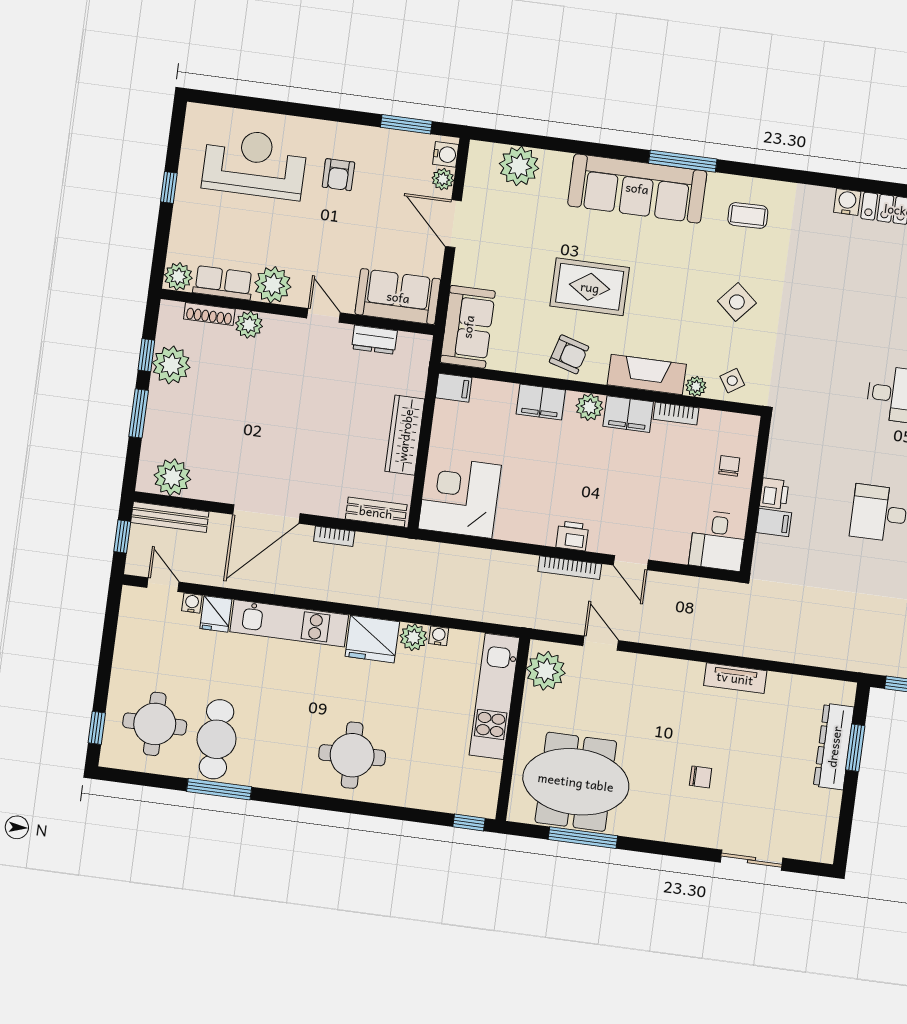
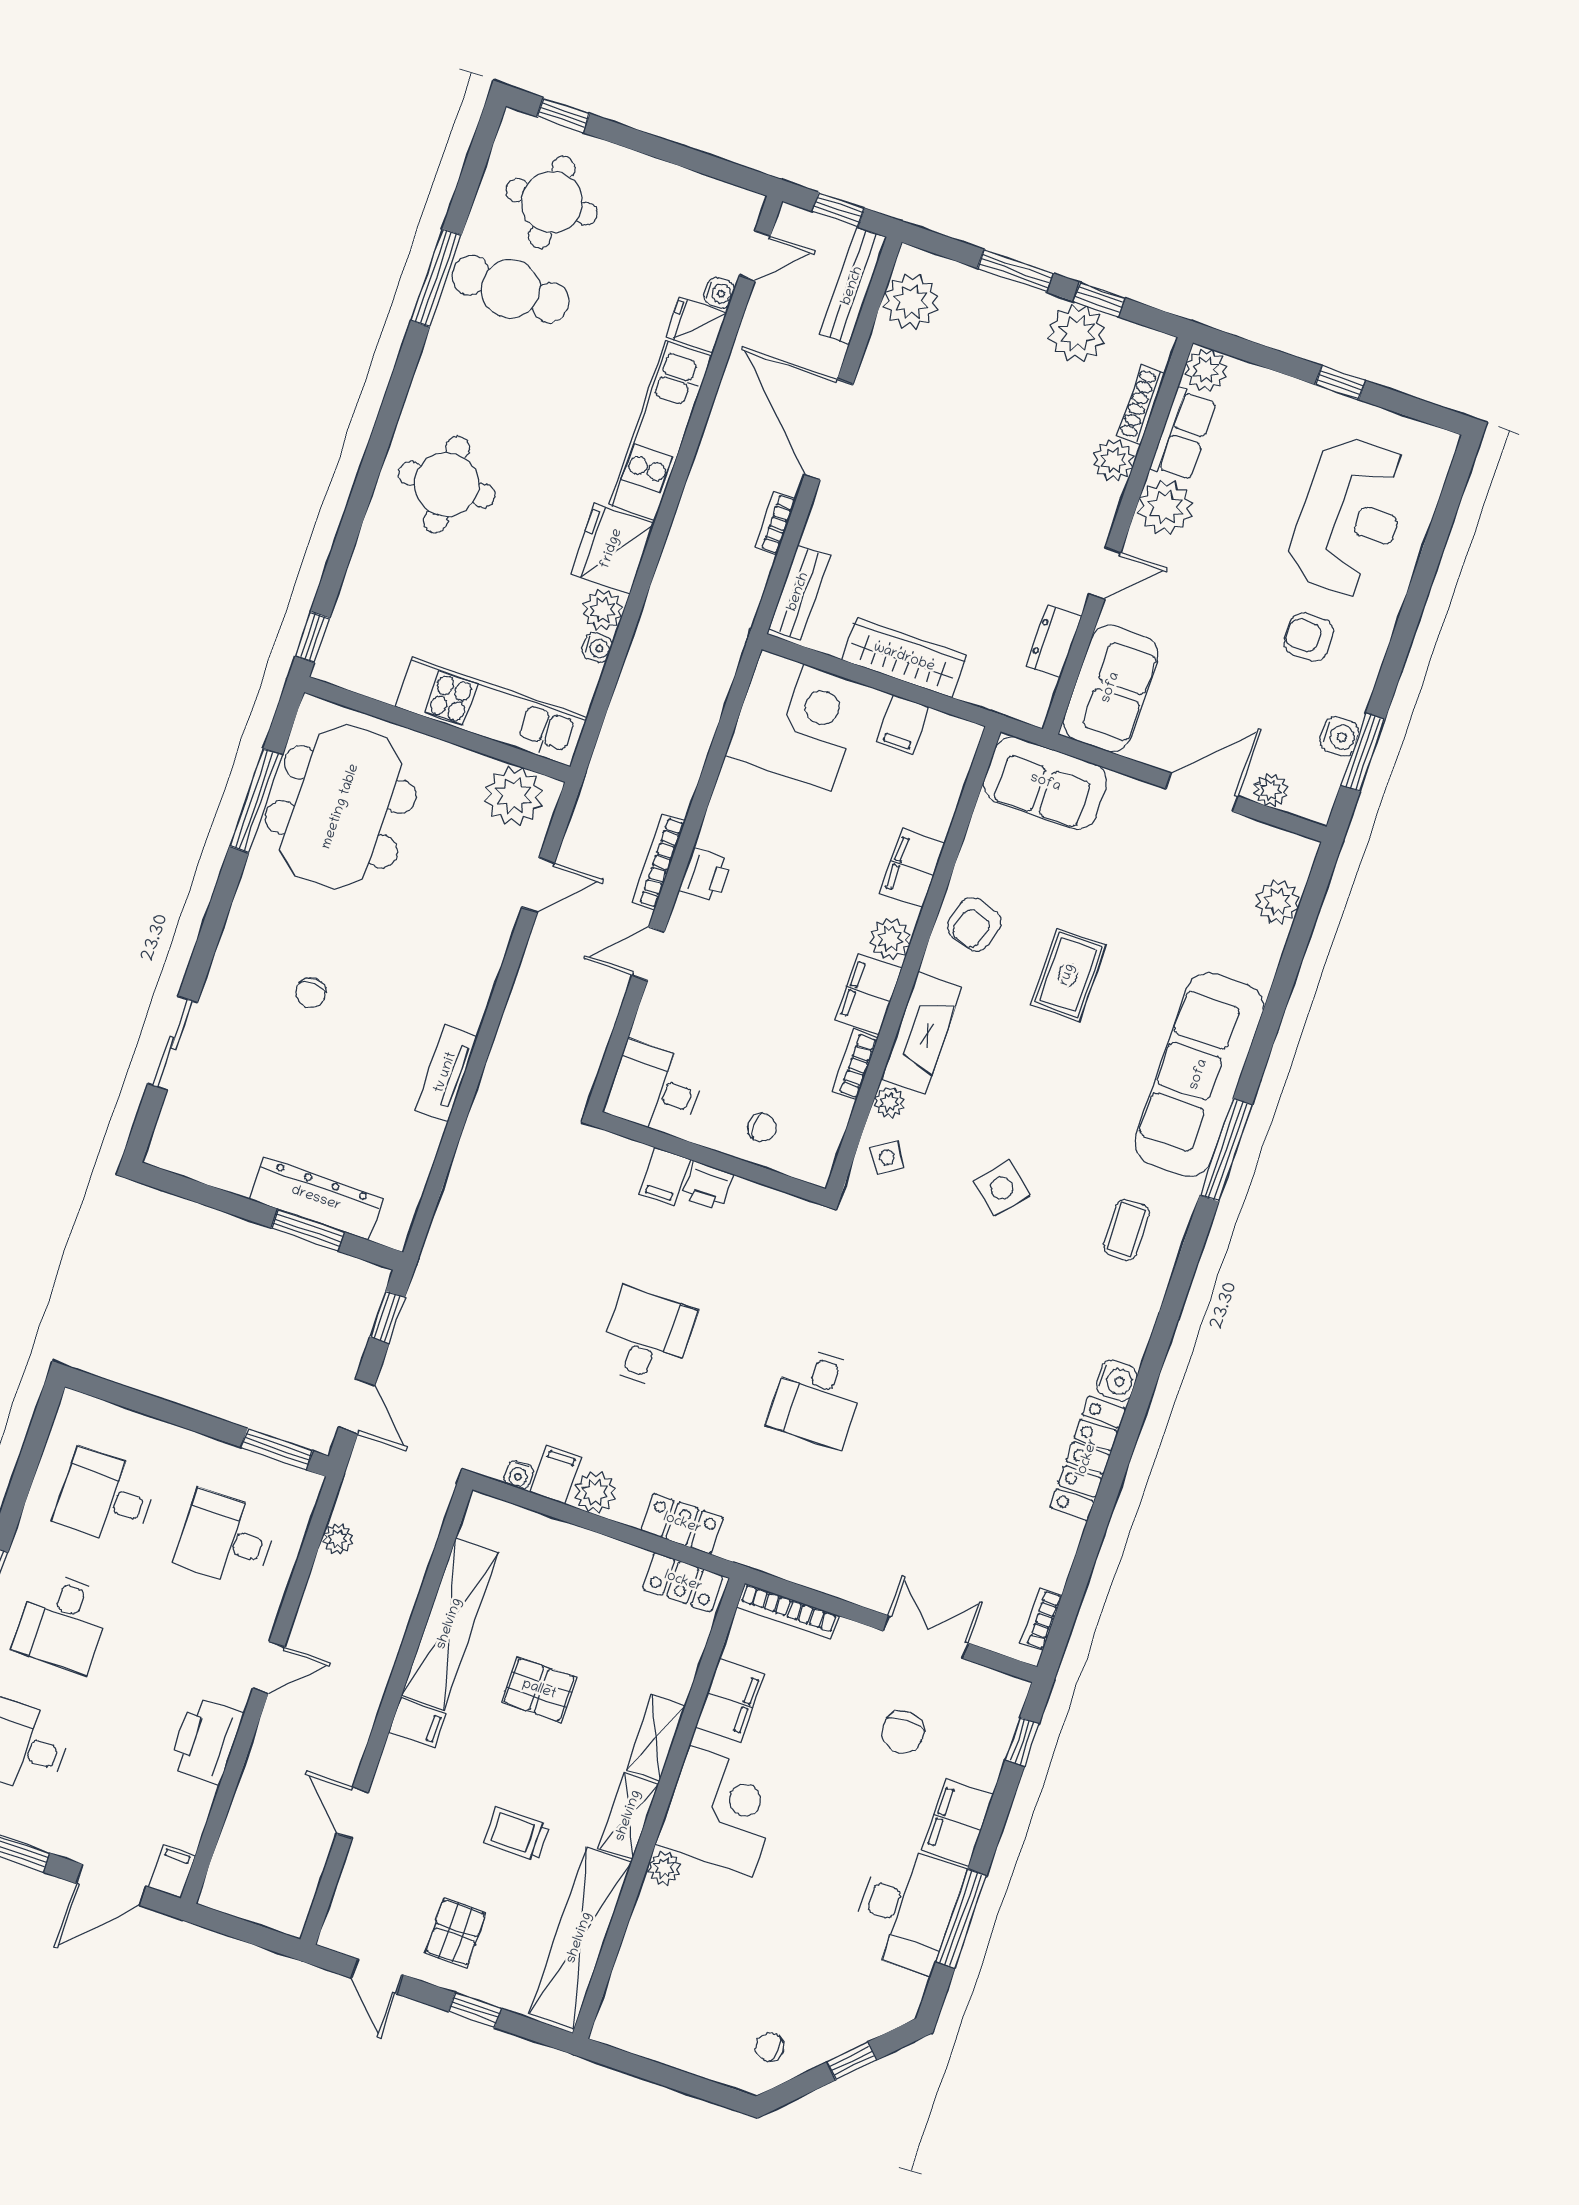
water cooler: (446, 154) -> (1339, 737), moved, turned -90
plant: (519, 166) -> (1278, 902), width x0.73, depth x0.73
rug: (590, 287) -> (1068, 975), width x0.73, depth x0.70
filing cabinet: (454, 388) -> (903, 724), moved

